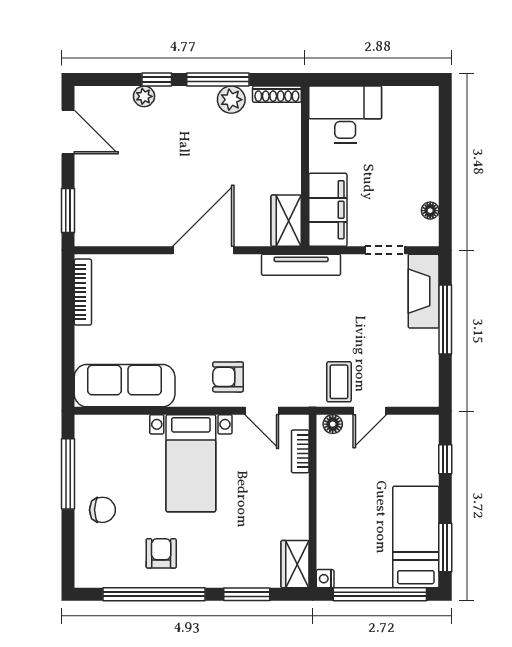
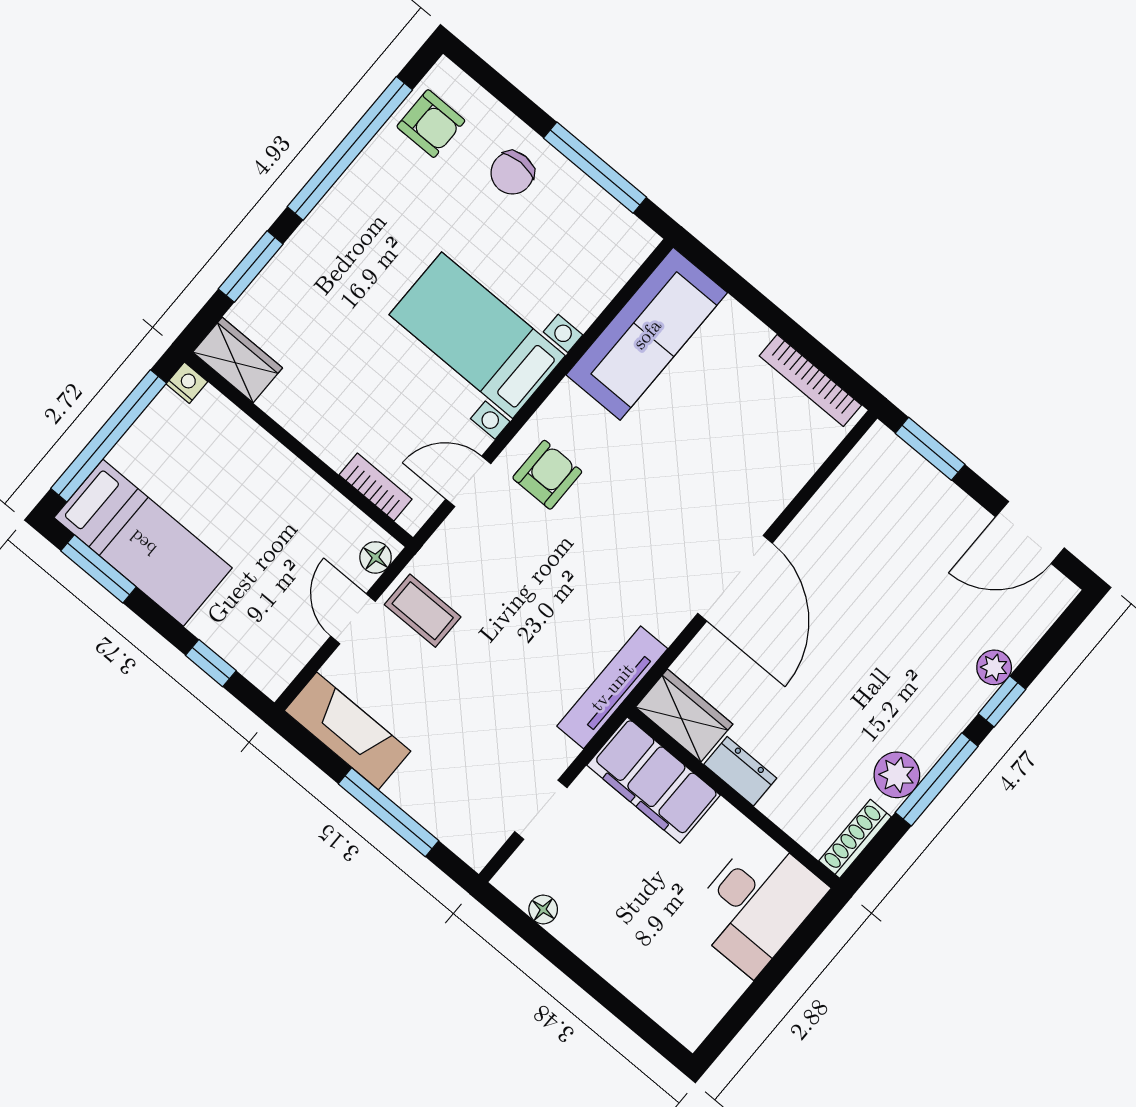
dresser: (290, 173) -> (740, 771), added
fireplace: (424, 291) -> (347, 731), moved
armchair: (161, 553) -> (431, 124), moved

